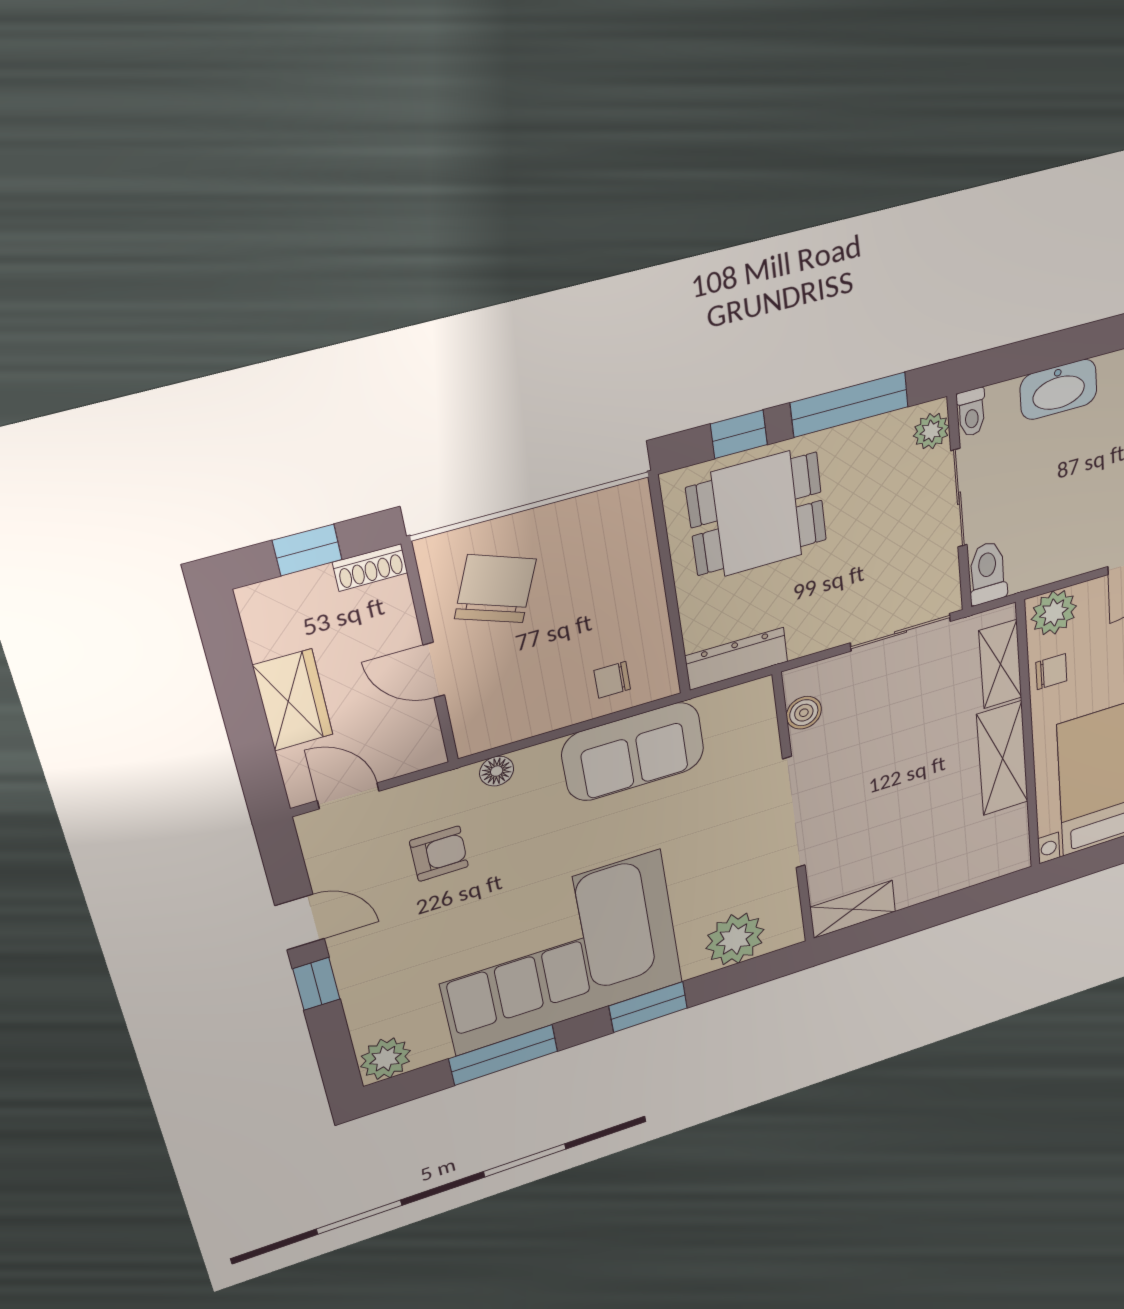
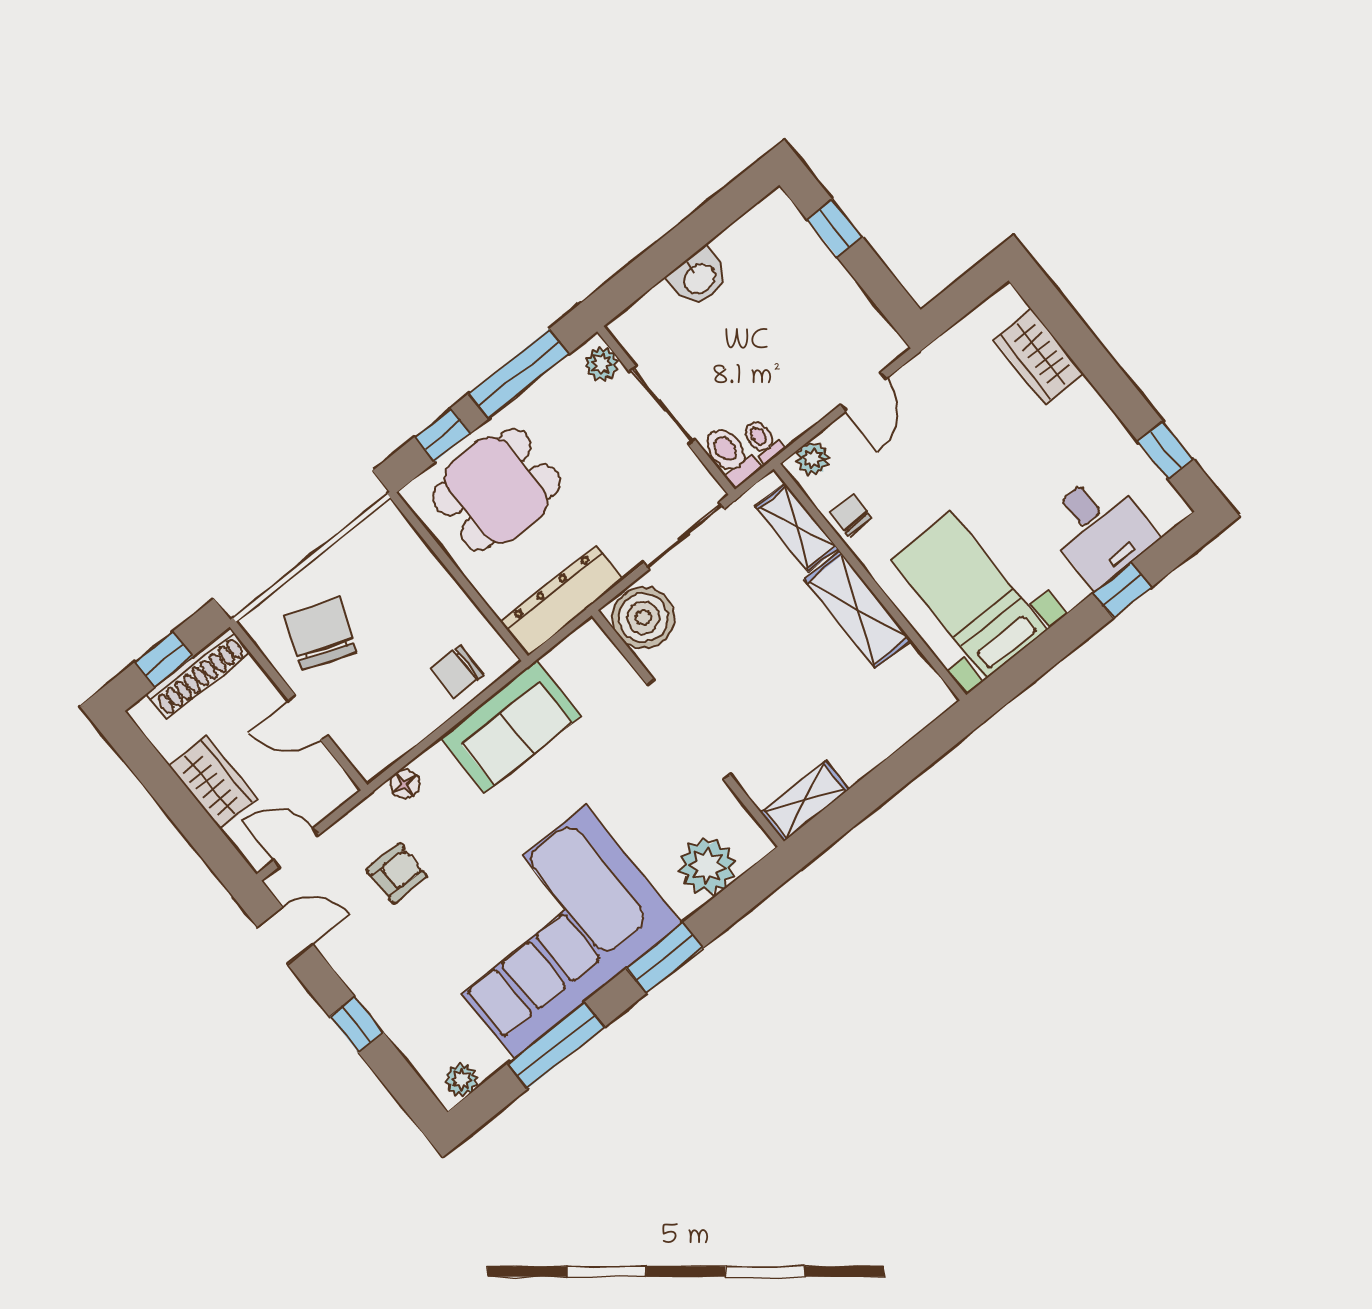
washbasin: (1059, 389) -> (699, 278), width x0.72
toilet: (971, 412) -> (762, 441), moved, turned 180
shoe rack: (370, 568) -> (198, 673), width x1.94, depth x1.24
plant: (1054, 613) -> (813, 459), width x0.73, depth x0.73
dresser: (736, 659) -> (562, 600), width x1.37, depth x1.24
chair: (1051, 672) -> (851, 515), turned -90
chair: (612, 680) -> (457, 672), width x1.37, depth x1.37
boiler: (804, 713) -> (643, 618), width x1.86, depth x1.86
door: (300, 922) -> (285, 936), moved
plant: (386, 1059) -> (461, 1080), width x0.73, depth x0.73

